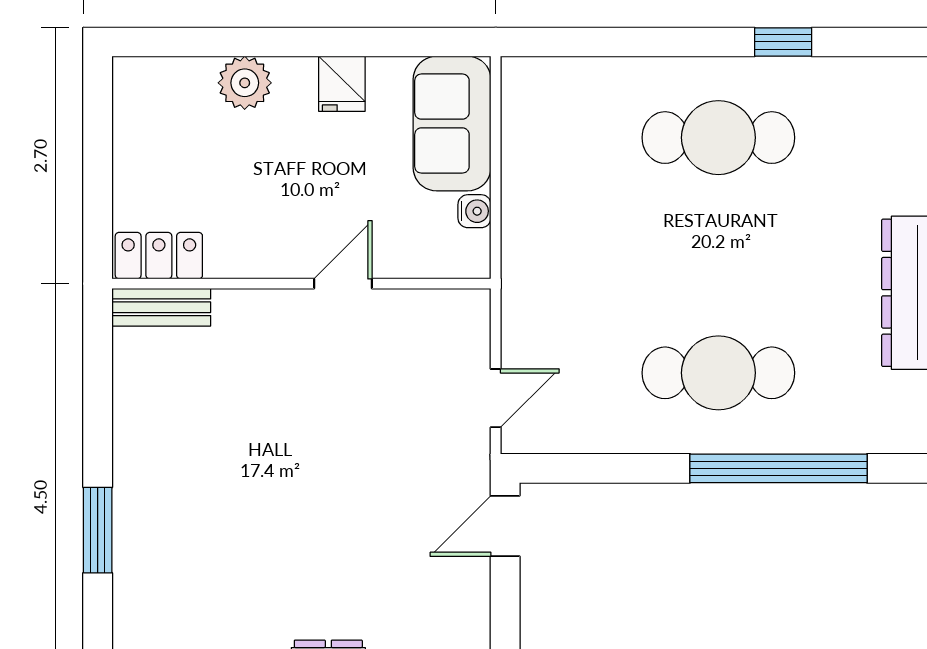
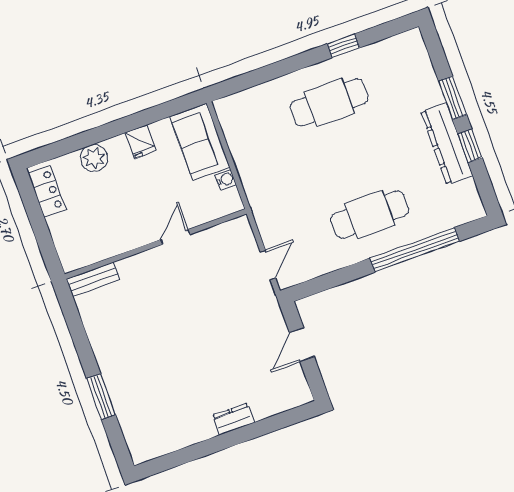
locker: (159, 256) -> (47, 191), moved, turned 90
door: (505, 526) -> (302, 345), moved

